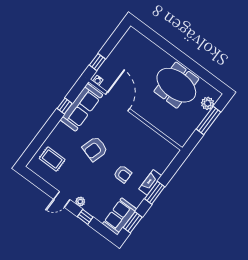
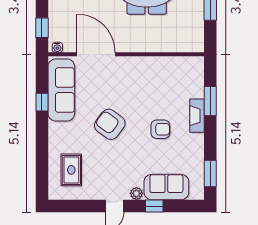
armchair: (95, 149) -> (110, 124), turned 110
rug: (52, 159) -> (71, 170), turned 90
window: (155, 193) -> (210, 101), moved
sofa: (120, 216) -> (166, 187), moved, turned 90

